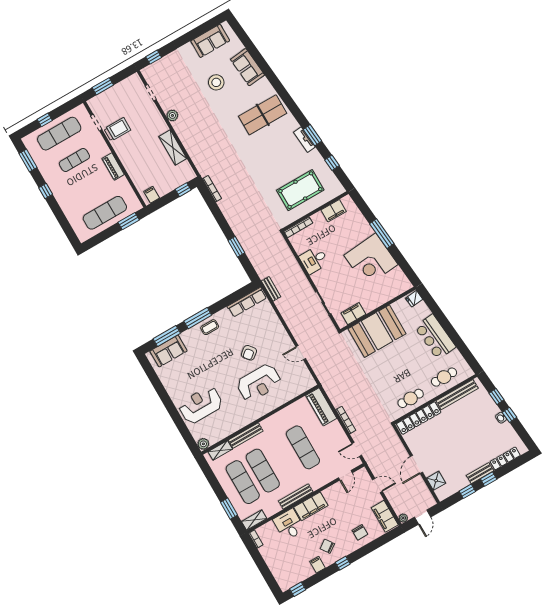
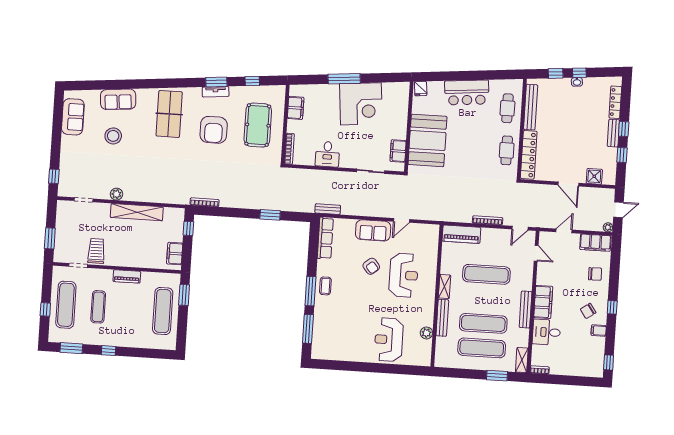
shelving: (173, 148) -> (137, 212), width x1.47
armchair: (274, 158) -> (214, 130), added
filing cabinet: (152, 195) -> (175, 254), width x2.00
sofa: (169, 351) -> (373, 230), moved, turned 90
plant: (203, 444) -> (426, 333), moved
shelving: (220, 450) -> (444, 286), moved
door: (423, 517) -> (618, 210), hinge flipped

